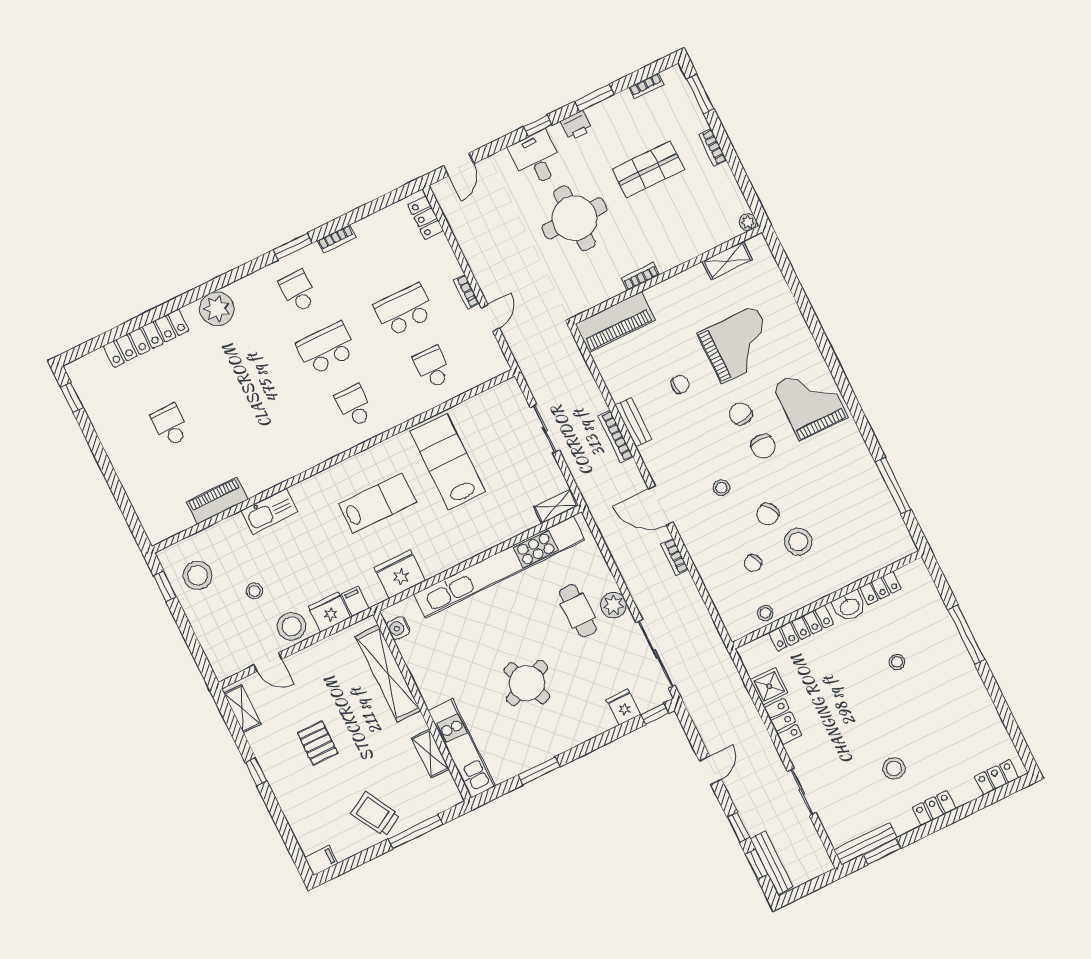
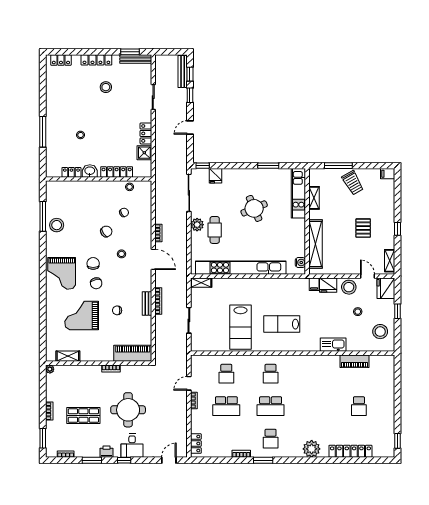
stool: (798, 542) -> (57, 225), moved
fridge: (400, 574) -> (386, 288), moved, turned 90
window: (165, 586) -> (398, 311), moved
locker: (934, 808) -> (96, 60), width x1.53

